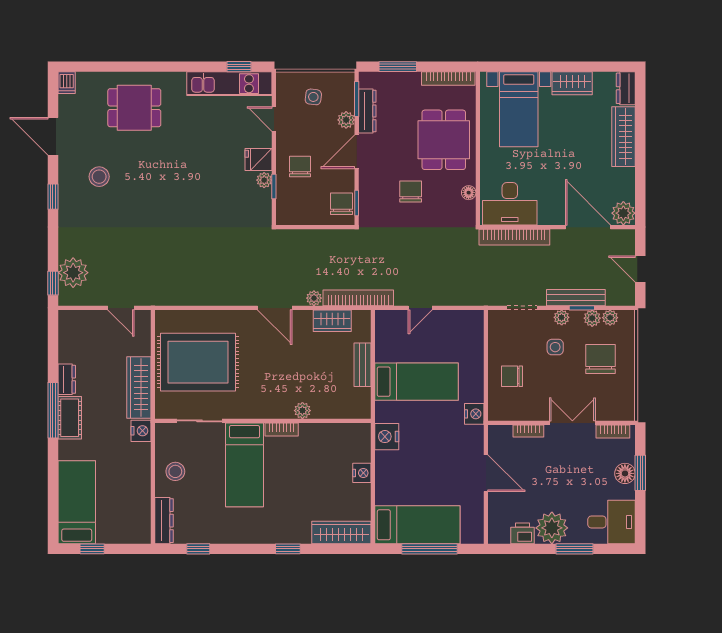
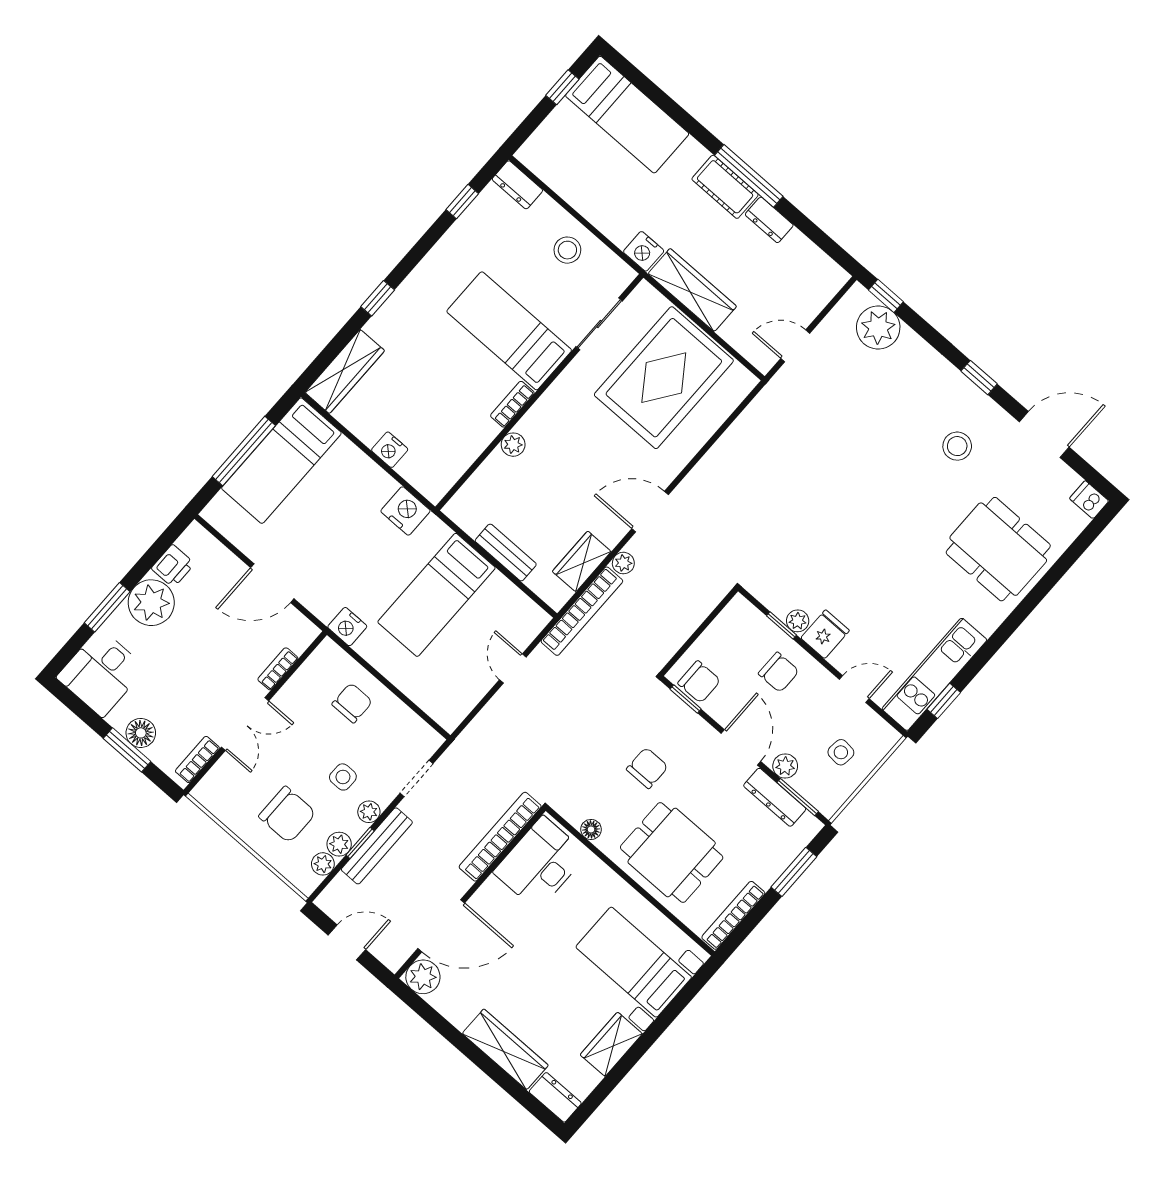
dining table: (134, 108) -> (998, 549), width x1.38
chair: (411, 191) -> (647, 768), turned -90
dresser: (164, 521) -> (517, 185), width x0.70

